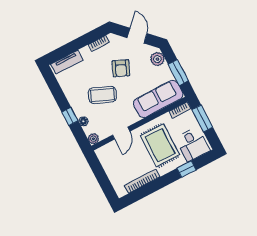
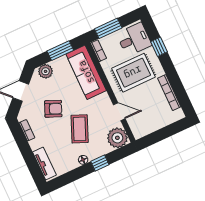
floor lamp: (83, 121) -> (83, 160), moved
plant: (93, 139) -> (117, 138), width x1.88, depth x1.88

